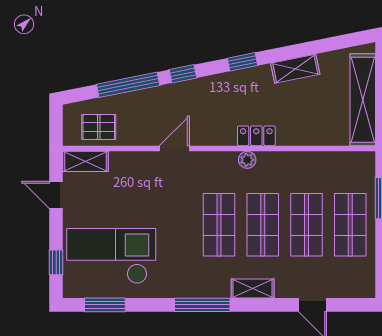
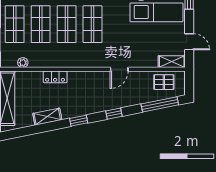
window: (128, 85) -> (160, 104), moved
locker: (256, 136) -> (55, 77), moved
plant: (247, 160) -> (23, 63), moved

